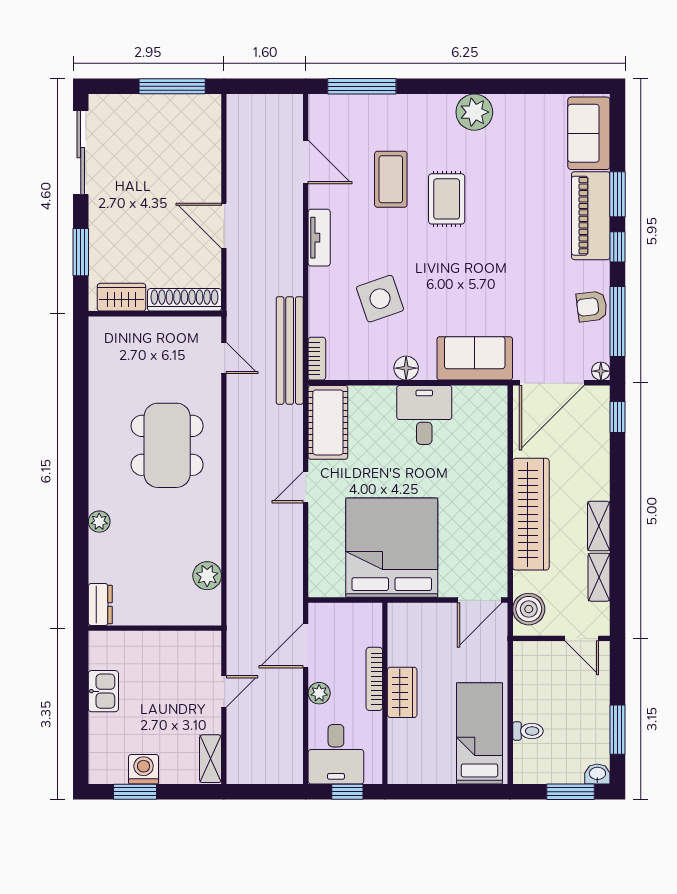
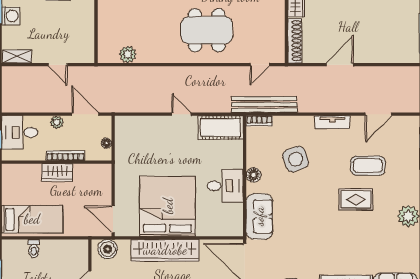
bed: (392, 548) -> (168, 206), moved, turned -90
floor lamp: (354, 611) -> (106, 143), added

